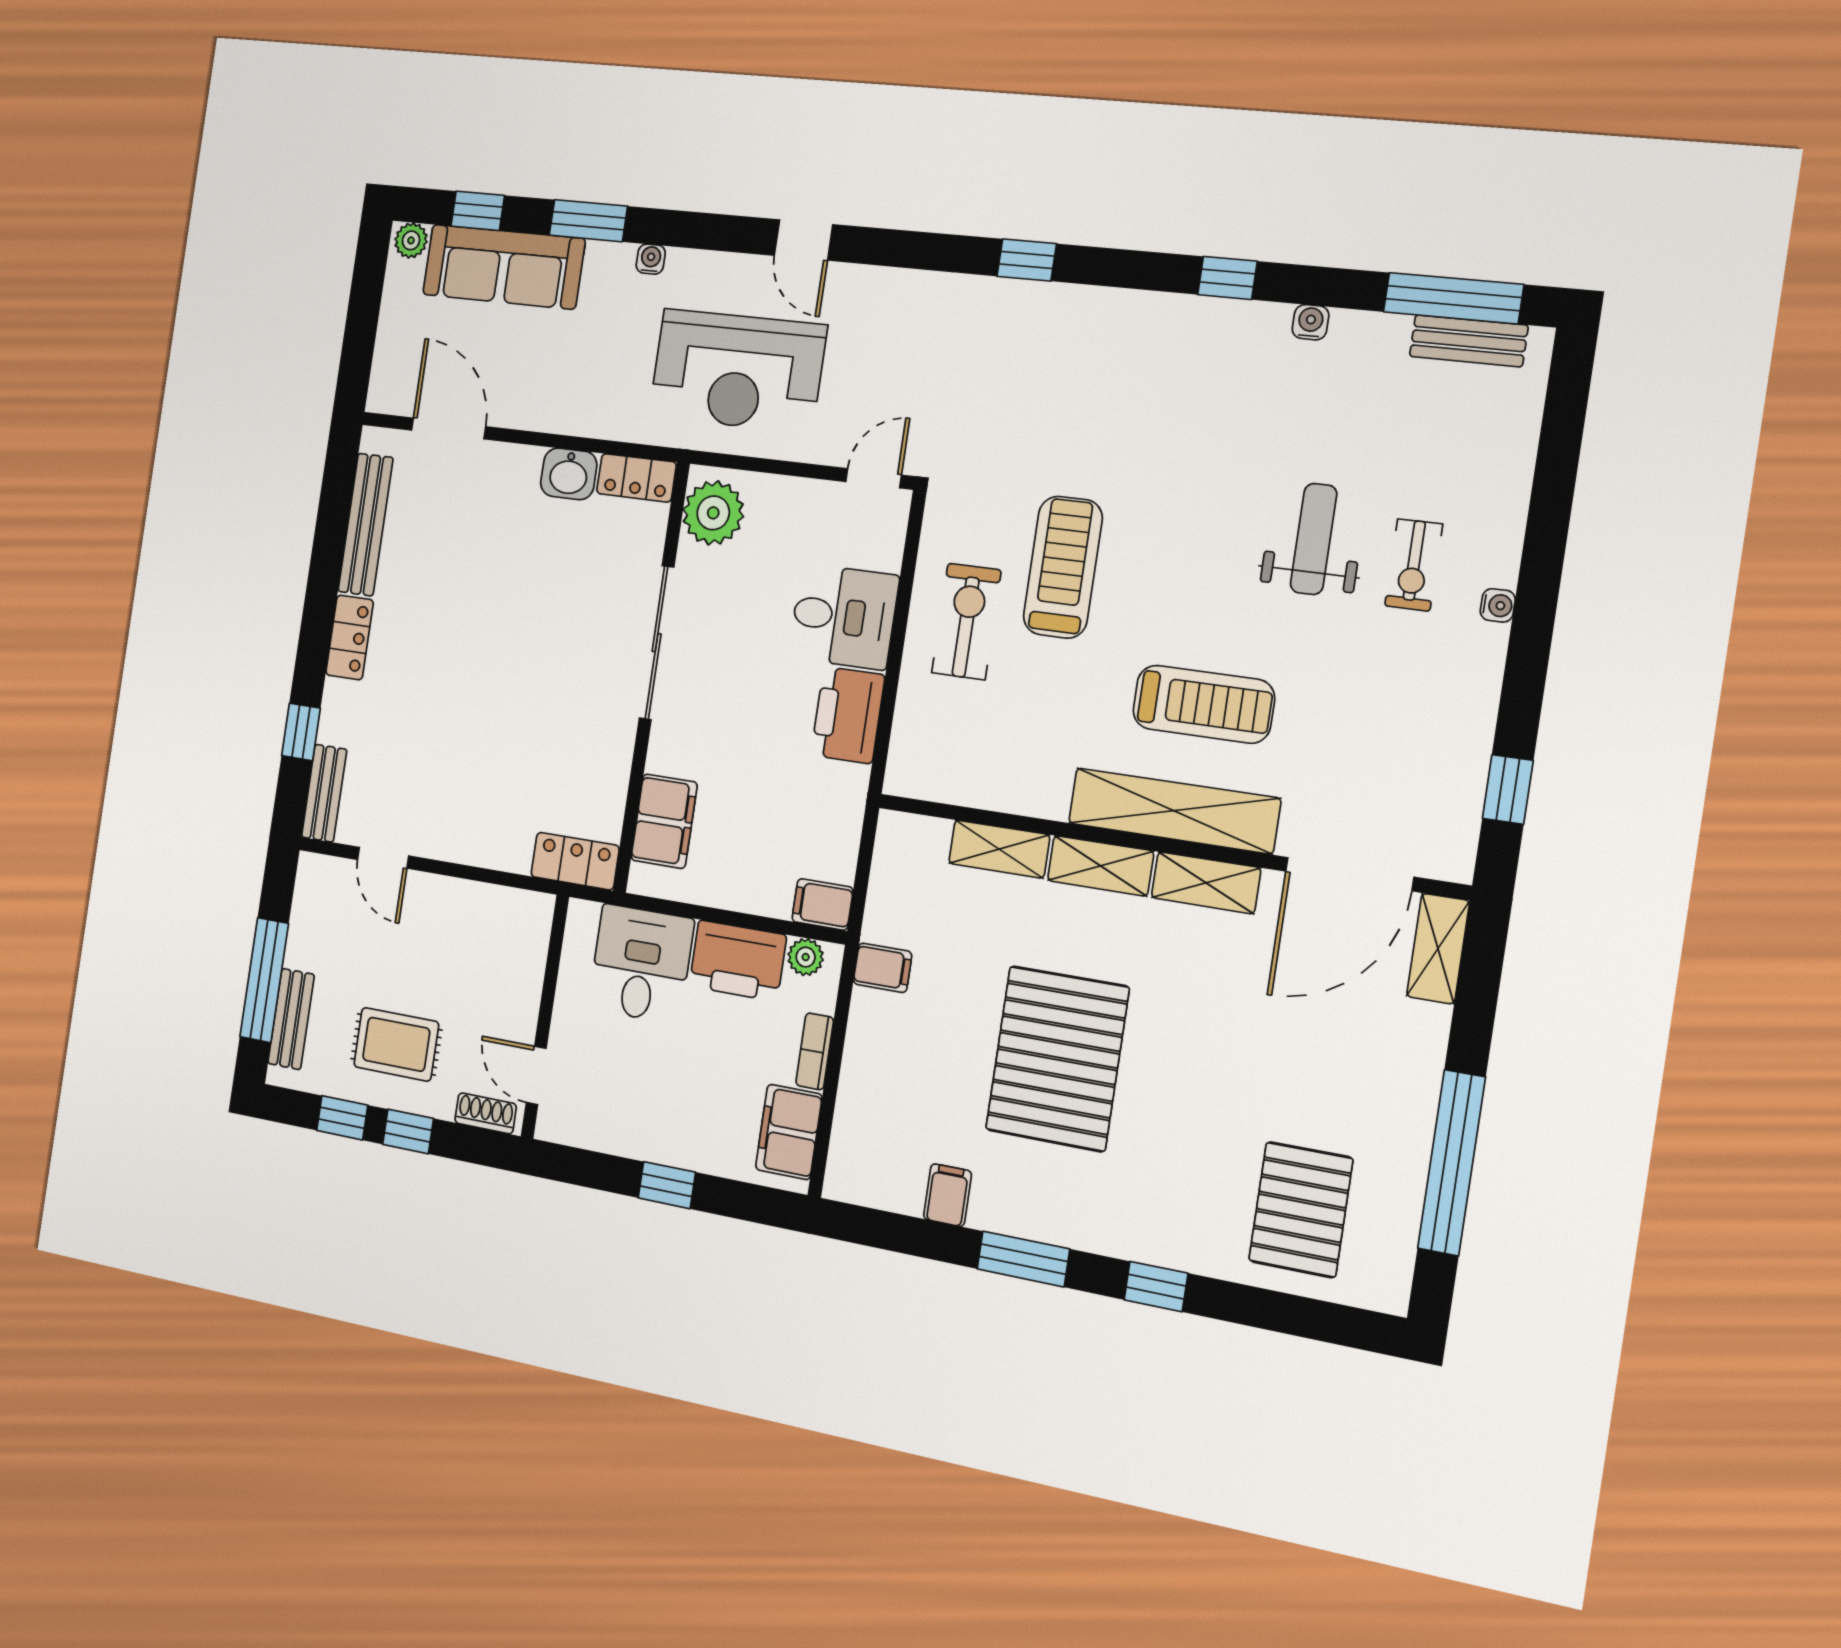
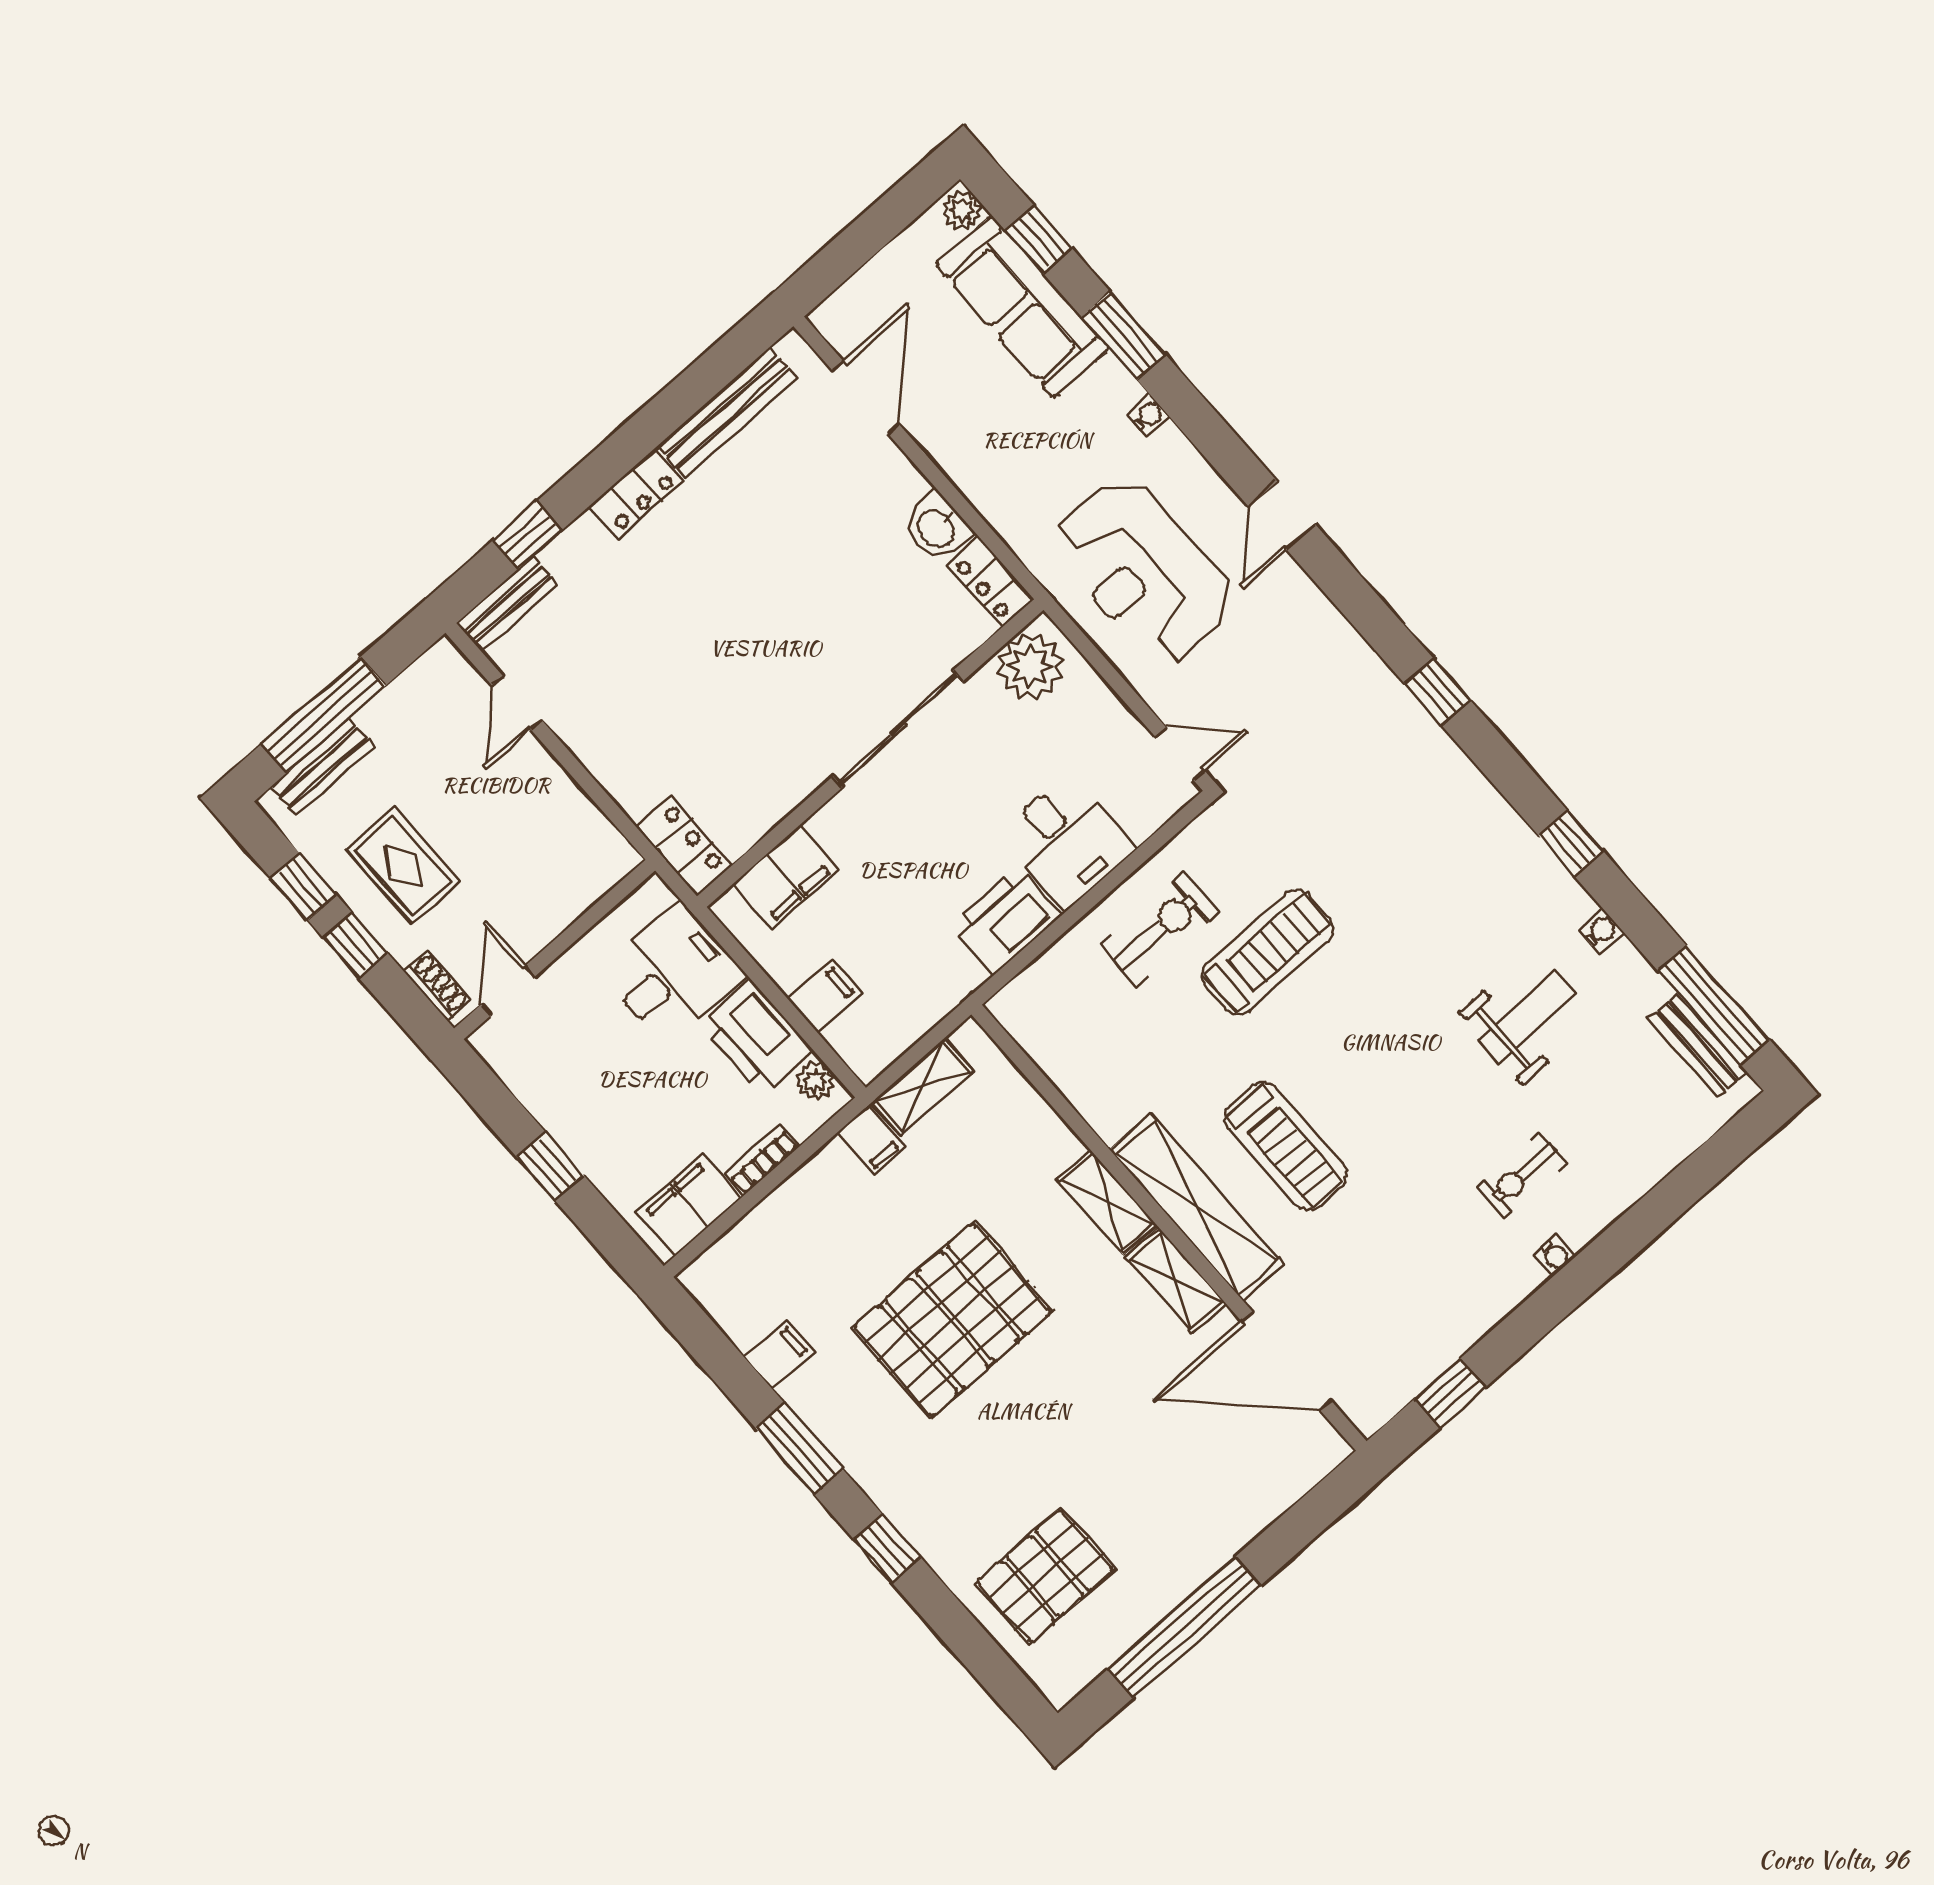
weight bench: (1314, 539) -> (1527, 1017), moved
shelving: (999, 849) -> (922, 1087), moved, turned 90
filing cabinet: (822, 904) -> (825, 996), moved, turned 90
shelving: (1438, 949) -> (1304, 1467), removed

